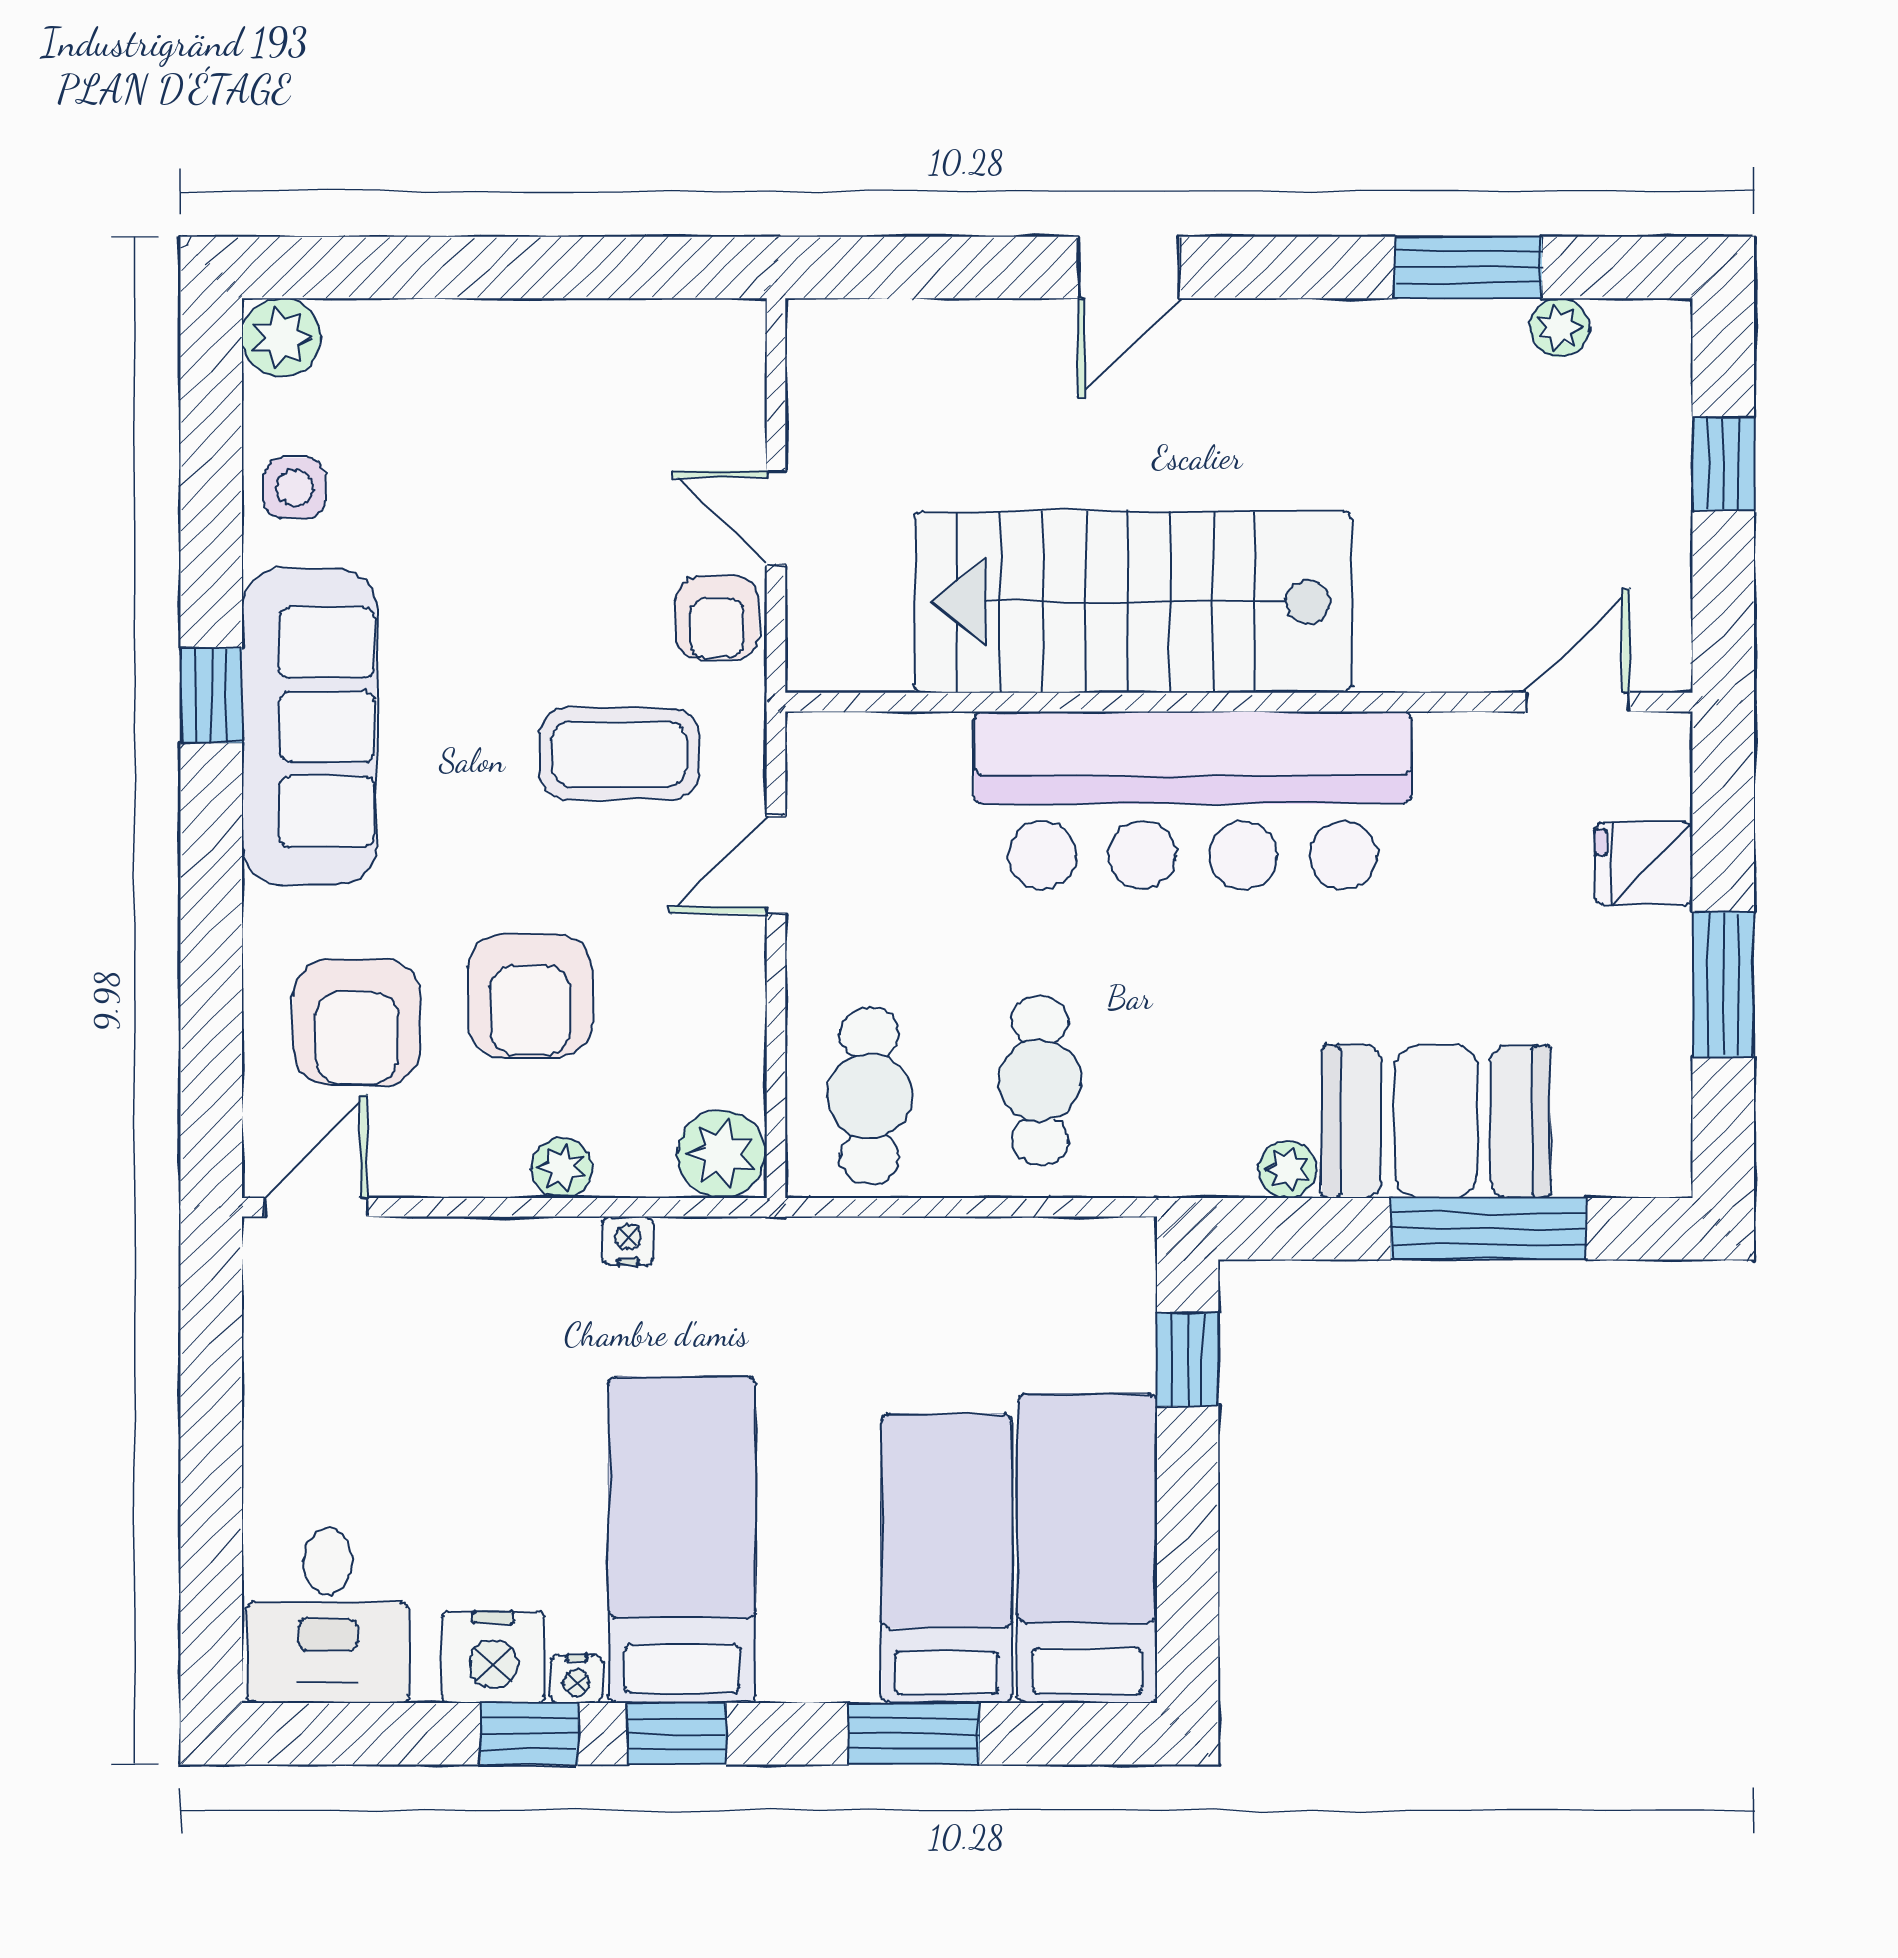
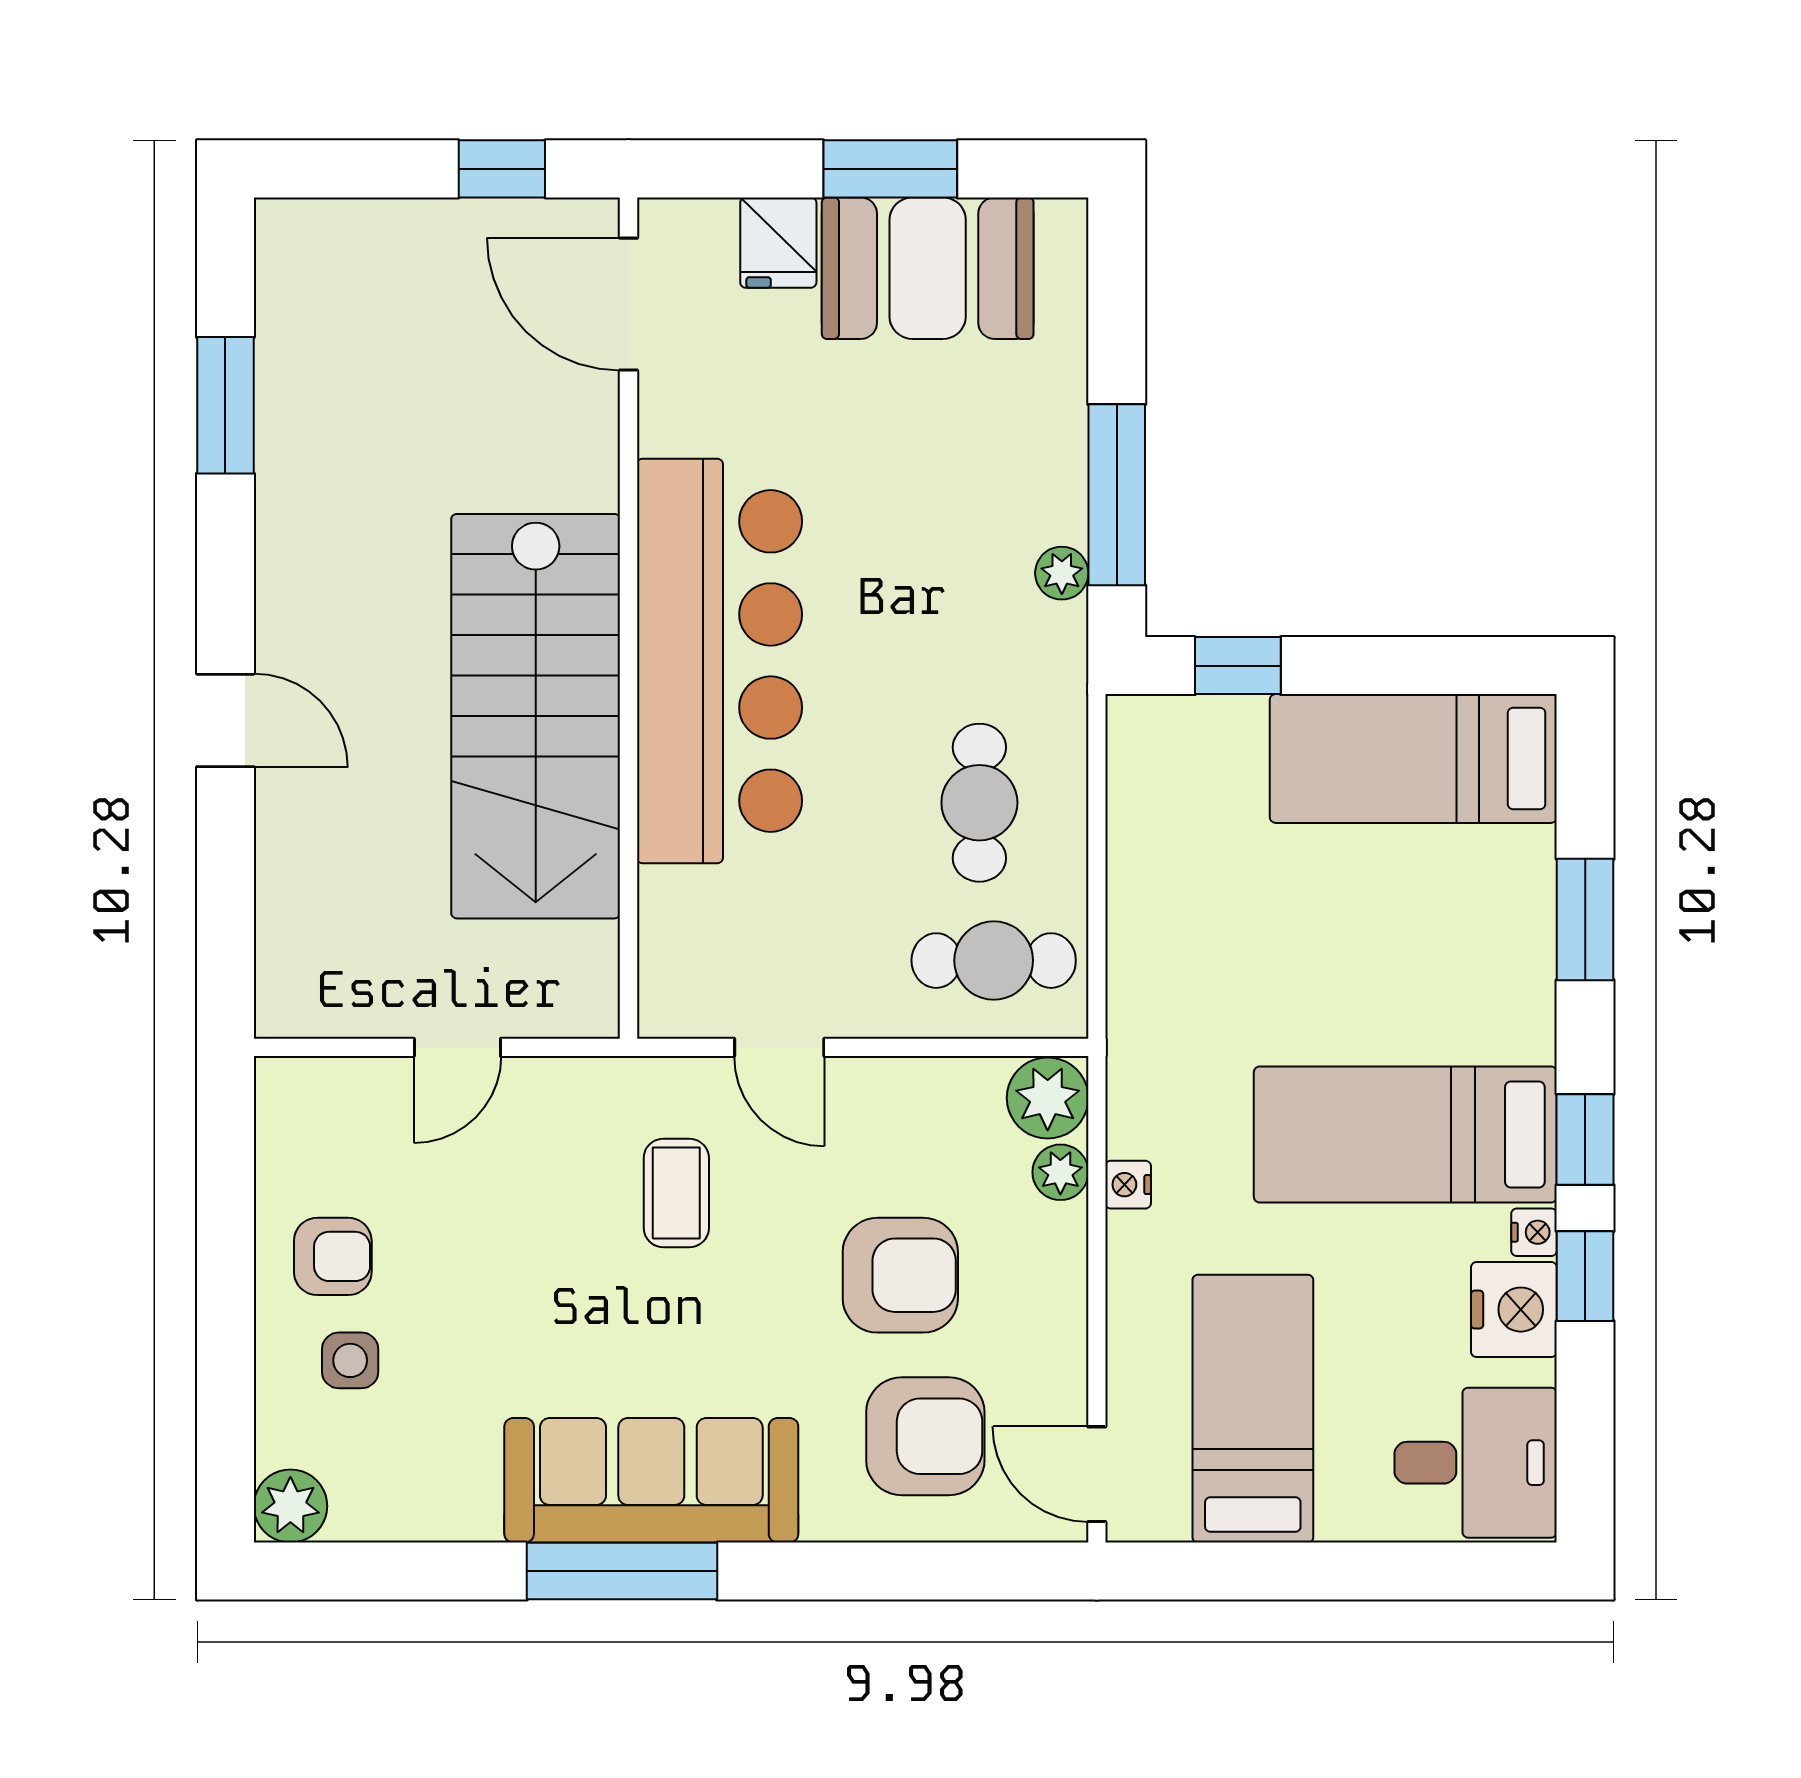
plant: (1559, 328) -> (281, 321), removed
window: (1723, 464) -> (502, 169), moved
side table: (294, 488) -> (350, 1360), moved
armchair: (717, 618) -> (333, 1256), moved
window: (211, 695) -> (622, 1571), width x2.17
door: (1577, 702) -> (628, 304), width x1.38
coffee table: (619, 754) -> (676, 1193), width x0.73, depth x0.77
cafe table: (1040, 1081) -> (979, 803), turned 90
booth: (1436, 1122) -> (928, 268), moved, turned 90
plant: (562, 1168) -> (1060, 1172), moved
window: (1489, 1229) -> (1117, 495), moved
bed: (947, 1559) -> (1253, 1409), moved, turned 90

